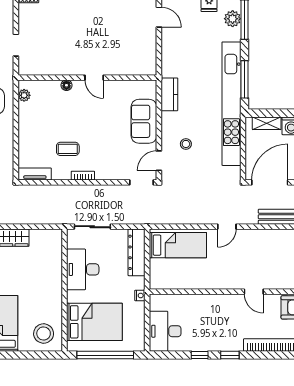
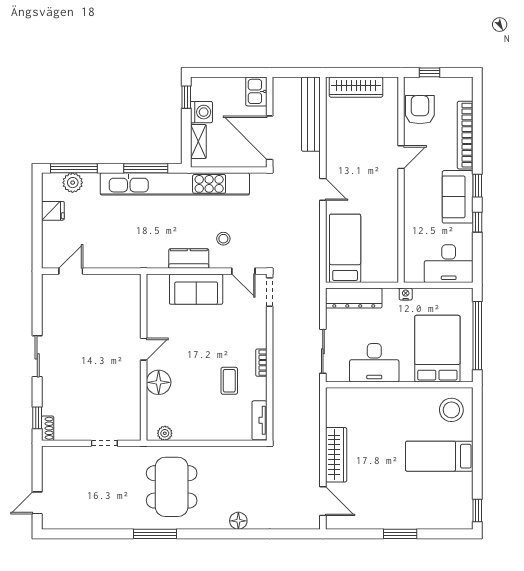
floor lamp: (66, 85) -> (159, 382), width x1.89, depth x1.89
kitchen counter: (169, 94) -> (189, 259), moved
sofa: (221, 339) -> (458, 197), added

